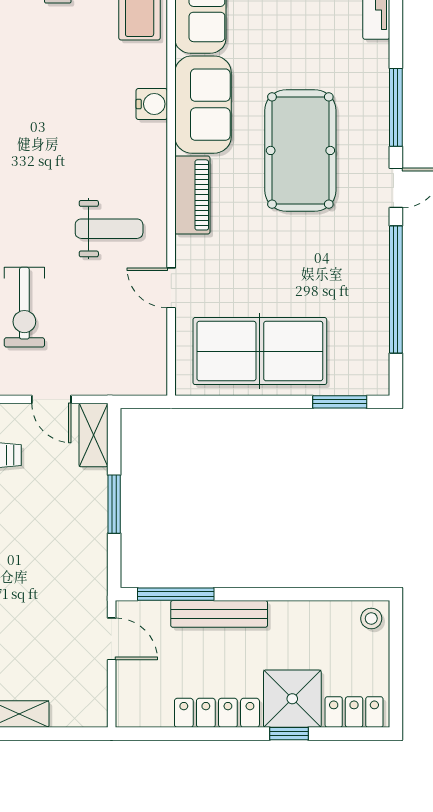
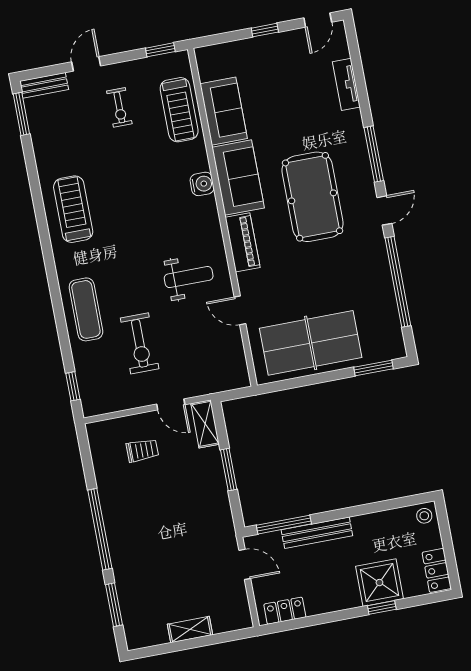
locker: (354, 712) -> (437, 570), moved, turned -90
locker: (217, 713) -> (285, 611), moved, width x0.66

